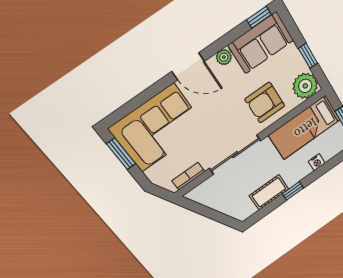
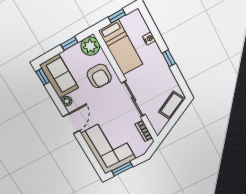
cot: (269, 192) -> (172, 105), moved, turned 62

